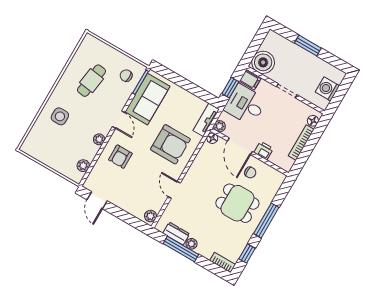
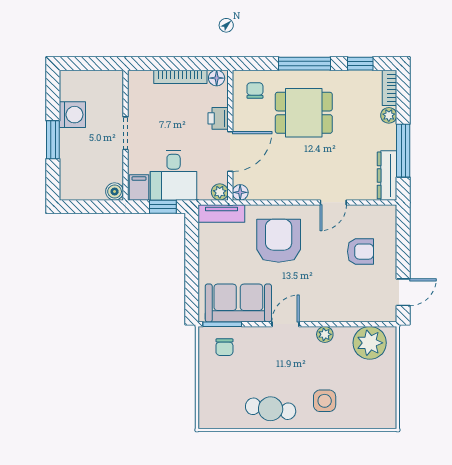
boiler: (263, 62) -> (115, 192), width x0.54, depth x0.54
cafe table: (91, 81) -> (271, 409), moved
washing machine: (327, 89) -> (72, 115), moved, turned -90
floor lamp: (313, 121) -> (217, 78), moved
armchair: (120, 157) -> (360, 252), moved
plant: (83, 166) -> (370, 343), width x1.88, depth x1.88
chair: (250, 173) -> (255, 90), moved
dining table: (237, 203) -> (304, 113), turned 90
plant: (150, 216) -> (384, 213), removed
dresser: (176, 233) -> (387, 175), width x1.44
plant: (191, 244) -> (389, 115), moved

